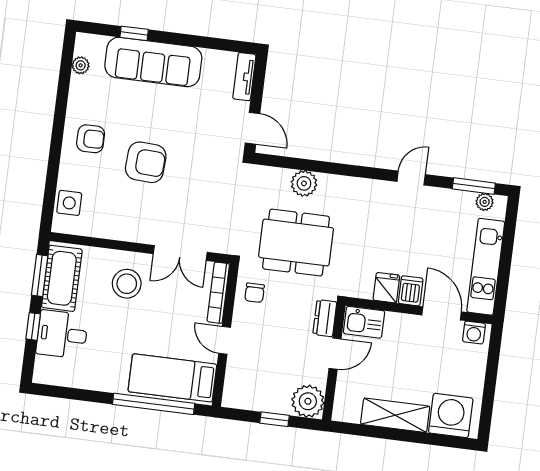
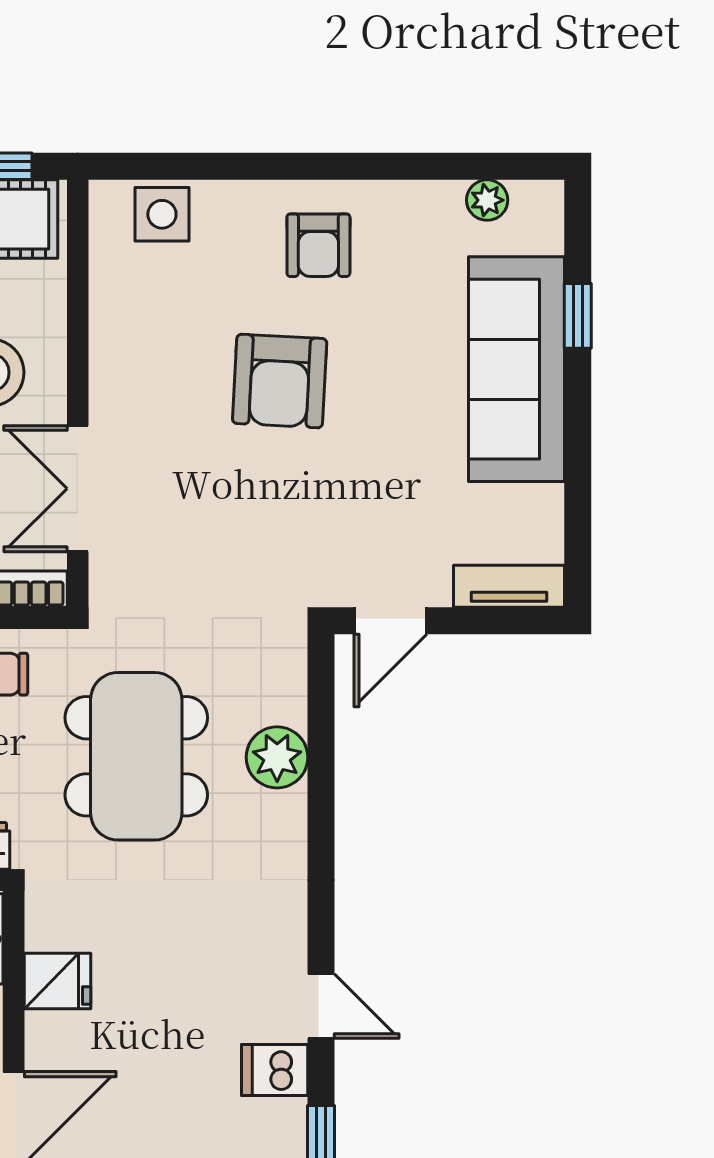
dishwasher: (411, 291) -> (275, 1070), moved, turned 180

